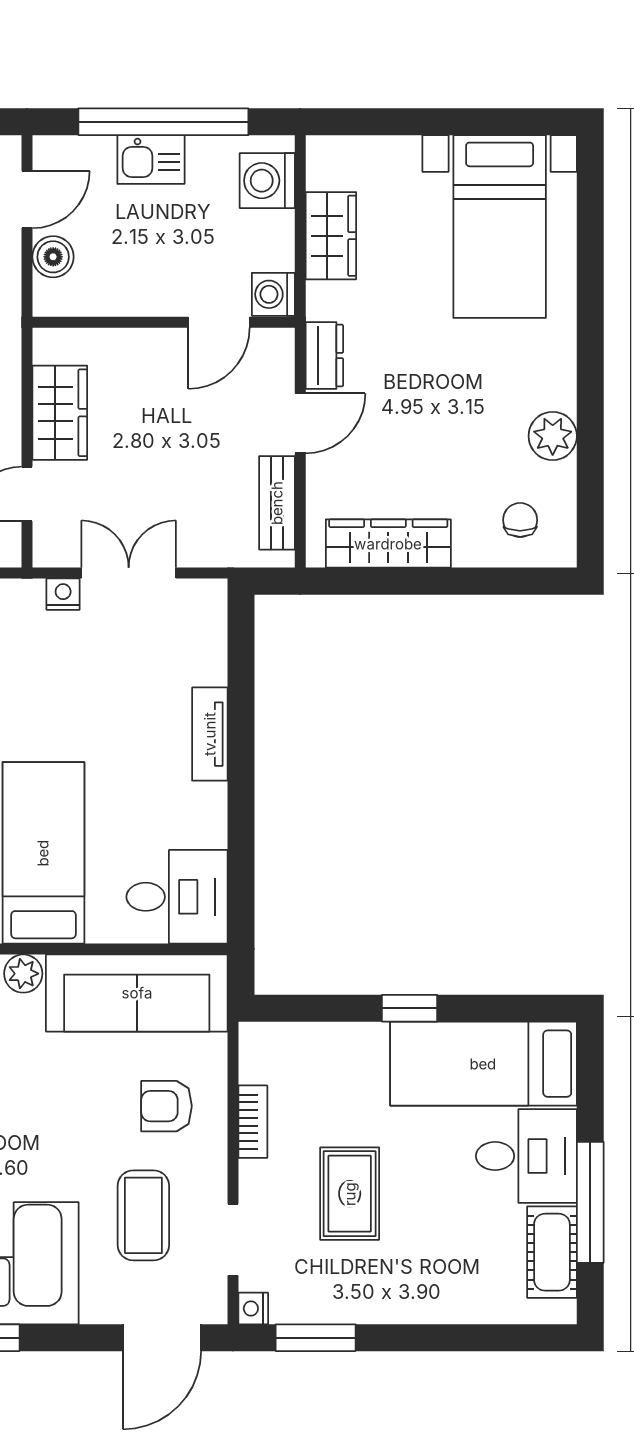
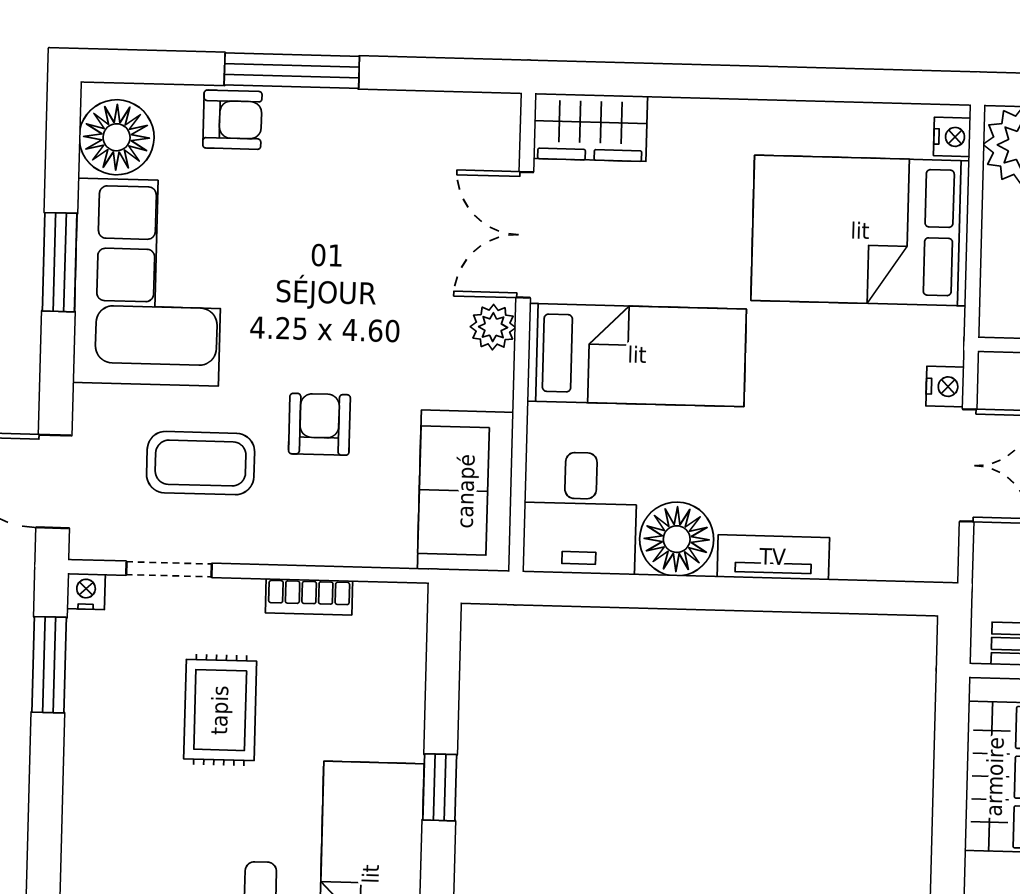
floor lamp: (197, 815) -> (677, 539), added
sofa: (137, 993) -> (466, 491), width x0.73
armchair: (166, 1106) -> (319, 424), moved
rug: (350, 1194) -> (220, 710), turned 90

